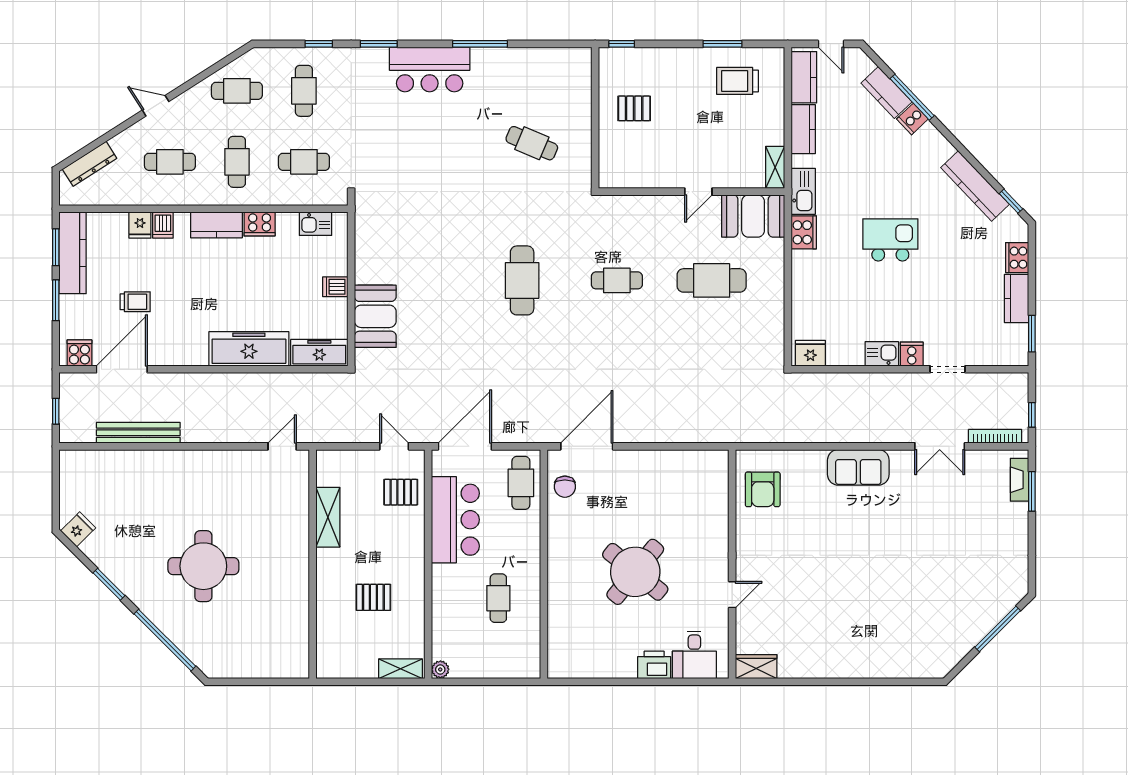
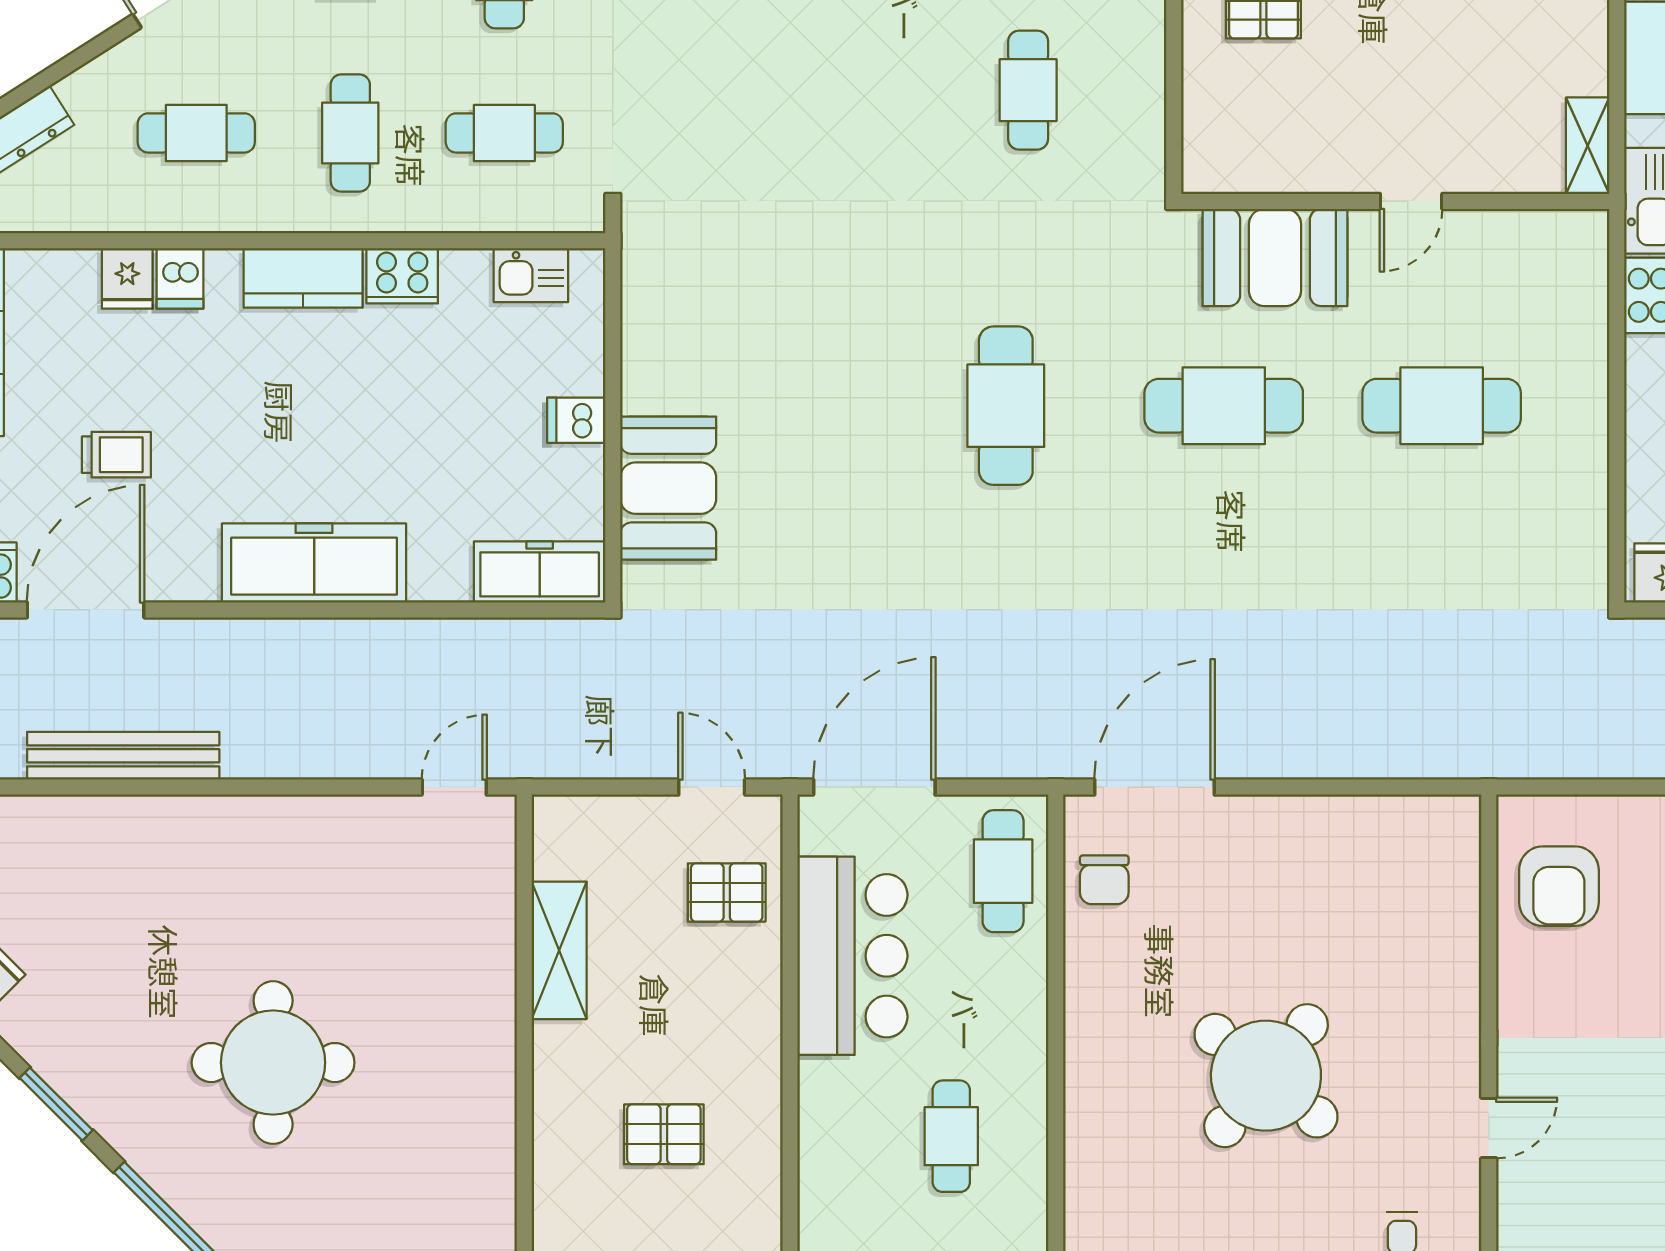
cafe table: (532, 143) -> (1028, 90), turned 67
booth: (753, 216) -> (1275, 257), moved
cafe table: (617, 280) -> (1224, 406), width x1.37, depth x1.35
freezer: (249, 349) -> (314, 563), moved

